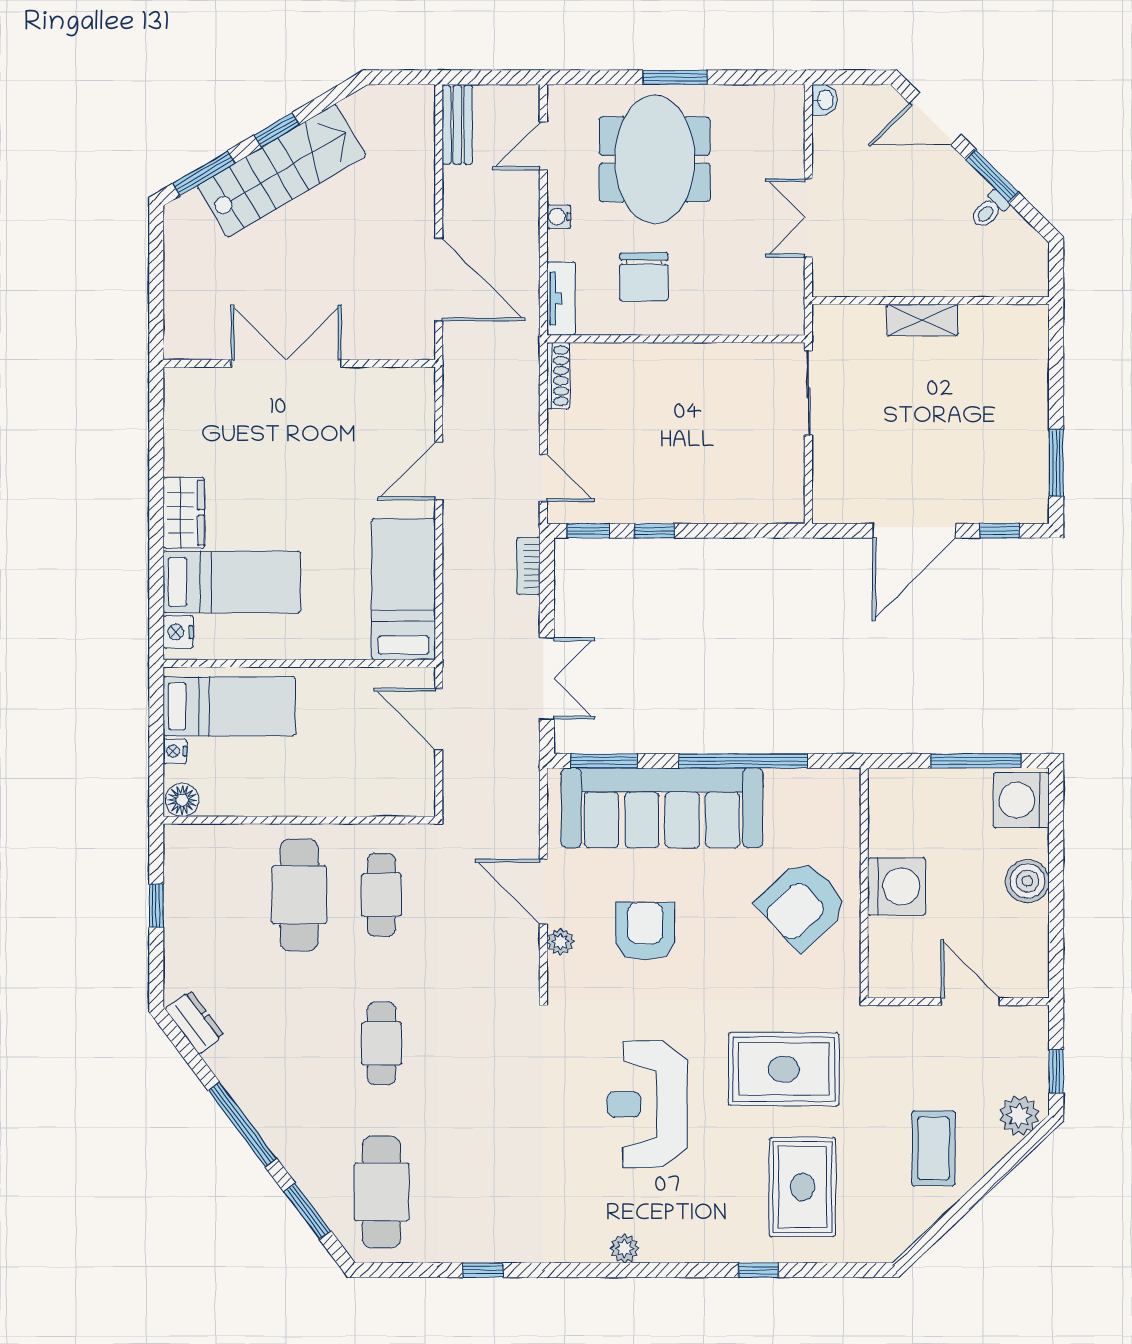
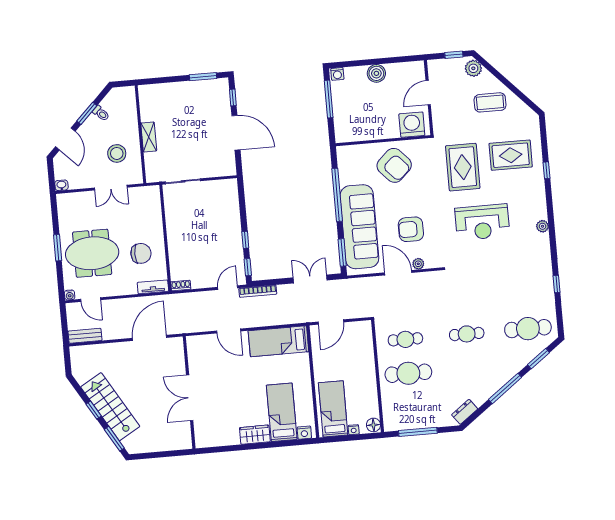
water cooler: (559, 217) -> (70, 295), moved
stool: (889, 239) -> (117, 153), added
shoe rack: (558, 376) -> (181, 286), width x0.70
bookcase: (528, 566) -> (258, 291), width x1.56
washing machine: (1021, 800) -> (337, 74), width x0.53, depth x0.53
washing machine: (897, 887) -> (412, 125), moved
door: (543, 892) -> (398, 273), swing flipped
window: (156, 906) -> (418, 432), width x2.17

